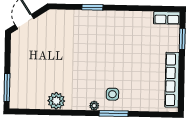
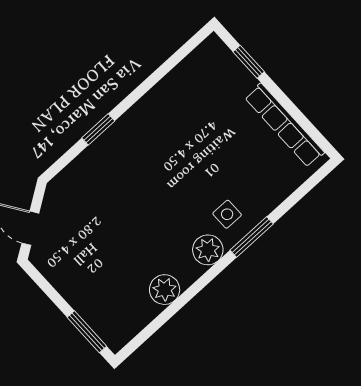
row of seats: (167, 18) -> (204, 54), removed
plant: (94, 106) -> (208, 250), width x1.88, depth x1.88

